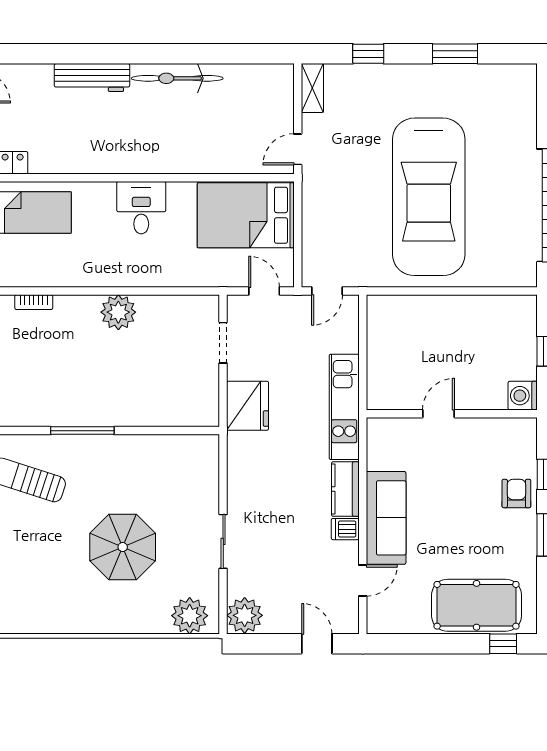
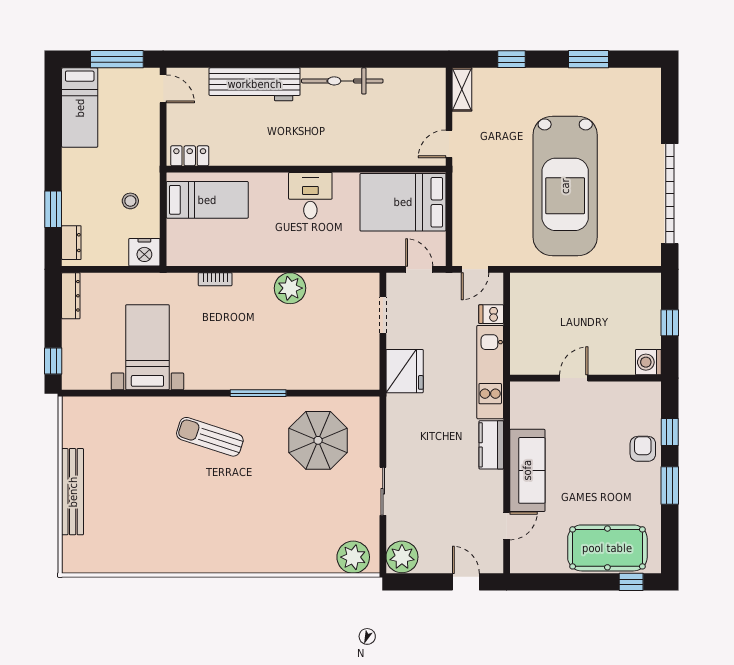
workbench: (92, 78) -> (255, 84), width x1.36, depth x1.32
dishwasher: (345, 529) -> (491, 314), moved
parasol: (123, 547) -> (318, 440), moved

